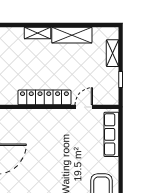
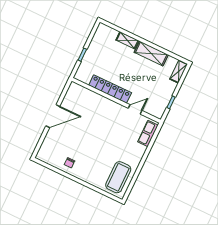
shelving: (113, 53) -> (179, 72), moved
row of seats: (111, 134) -> (148, 133), width x0.68

